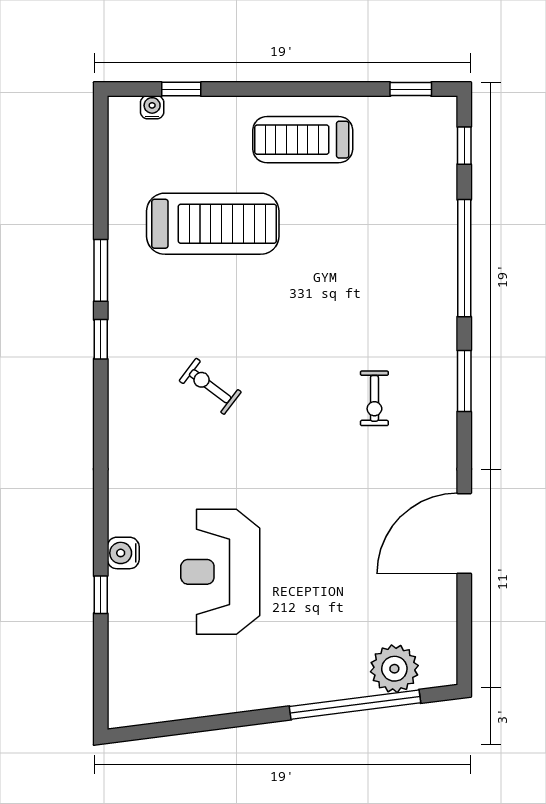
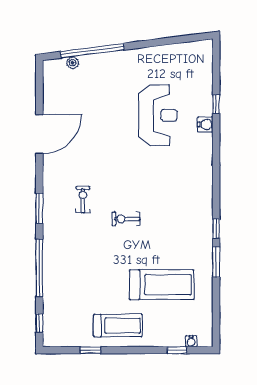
window: (411, 89) -> (90, 350), moved
treadmill: (213, 224) -> (162, 285), turned 180
exercise bike: (210, 386) -> (126, 219), moved, turned 143
plant: (394, 669) -> (73, 63), width x0.53, depth x0.53

